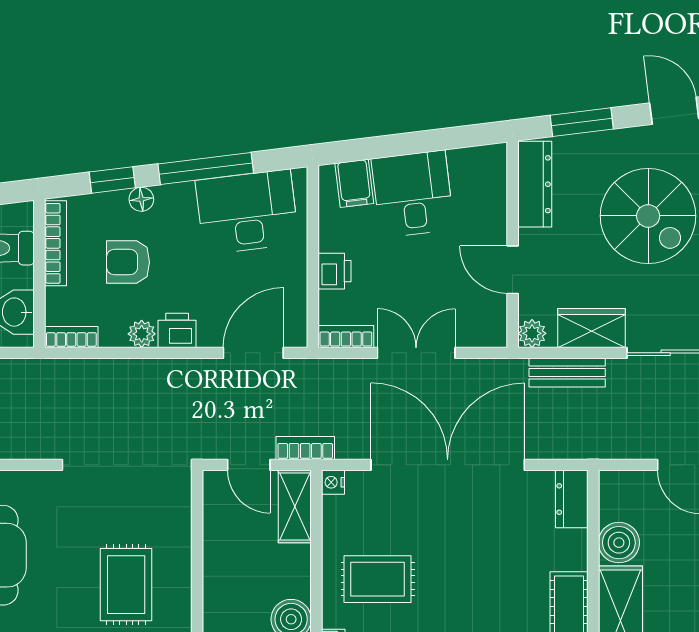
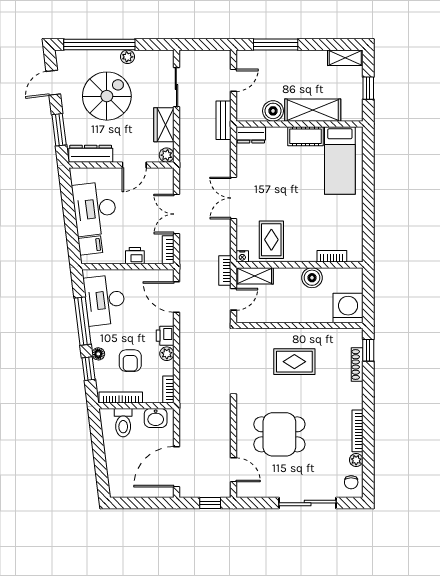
desk: (413, 194) -> (95, 209), width x1.37
bench: (567, 373) -> (223, 120), moved
double door: (448, 465) -> (234, 198), width x0.54
rug: (378, 579) -> (271, 240), moved

